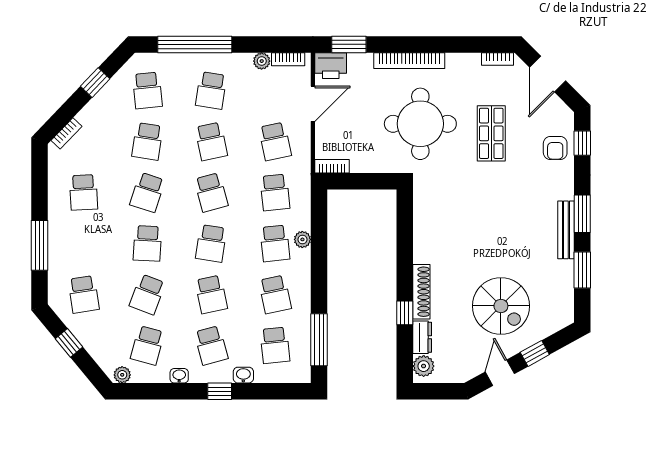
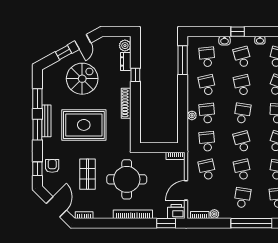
rug: (498, 222) -> (84, 125), added
shoe rack: (421, 292) -> (126, 103), moved
spiral stairs: (501, 306) -> (82, 79), turned 90

